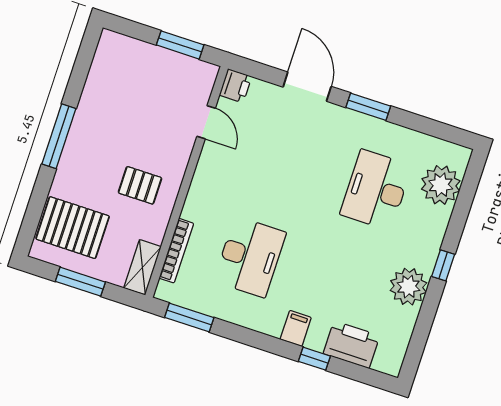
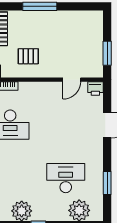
window: (368, 107) -> (107, 183), moved
pallet: (140, 185) -> (28, 56), turned 90

